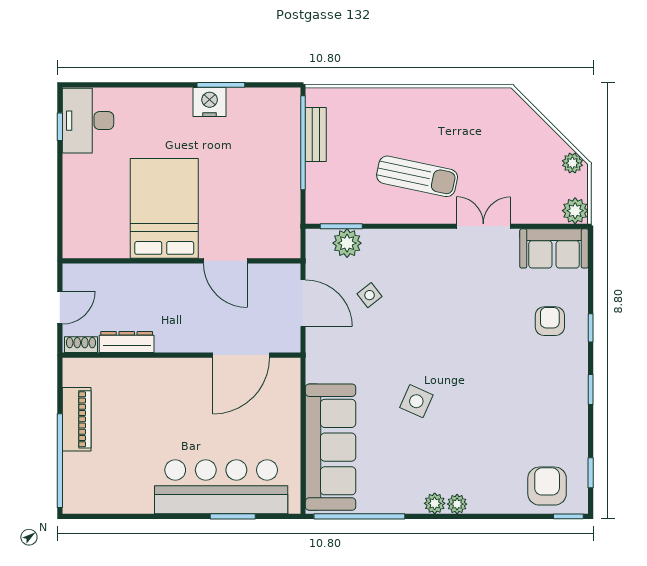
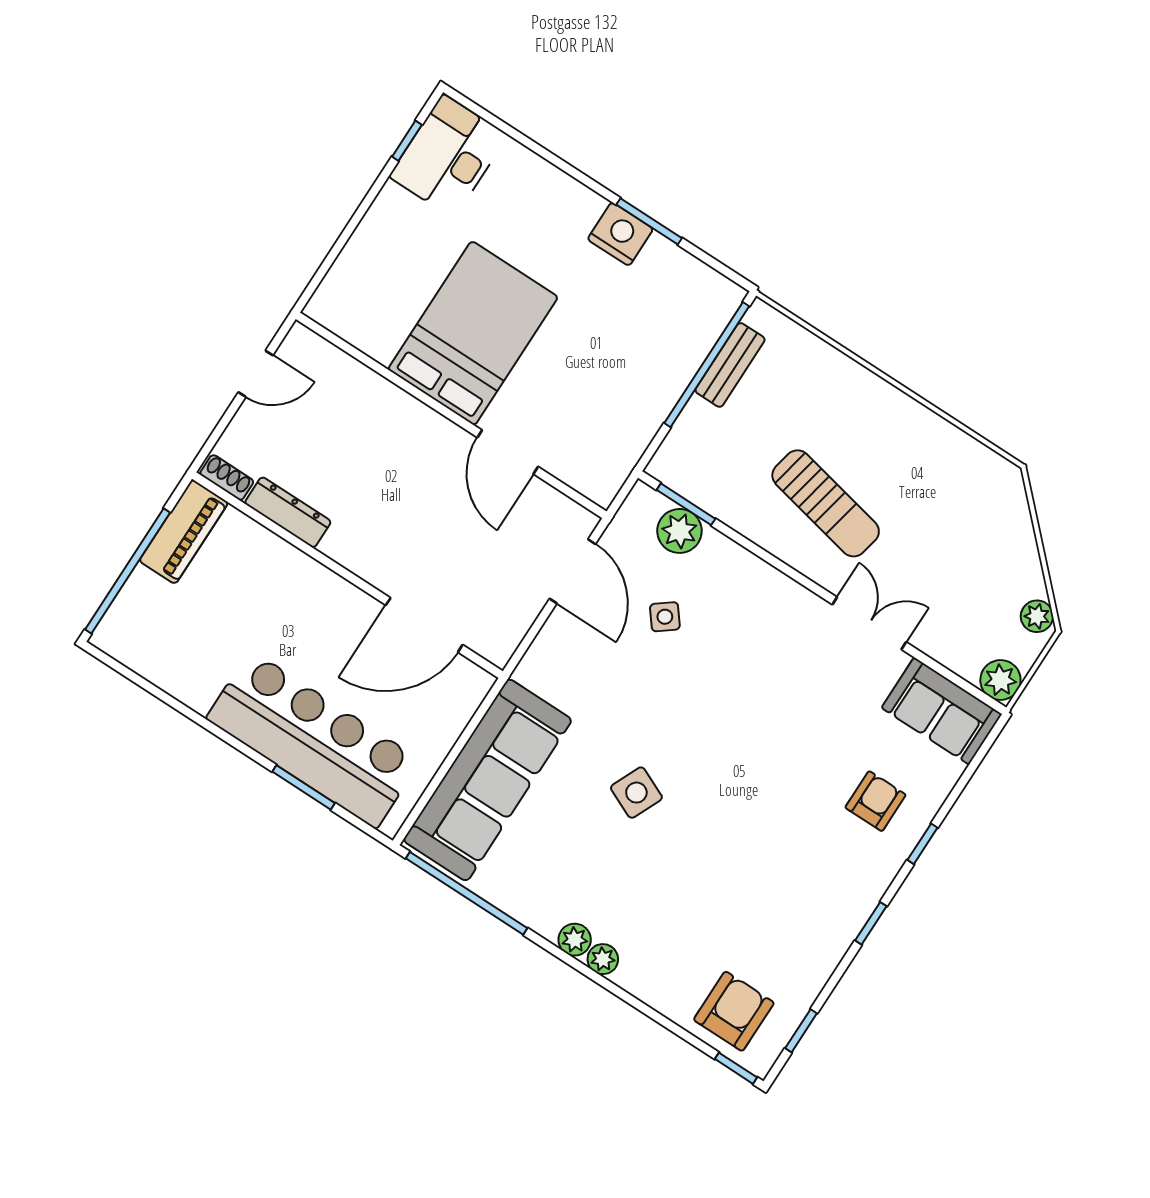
dresser: (127, 342) -> (288, 512), moved
shoe rack: (81, 345) -> (227, 478), moved
wall: (181, 355) -> (347, 575), moved
door: (241, 355) -> (424, 625), moved

